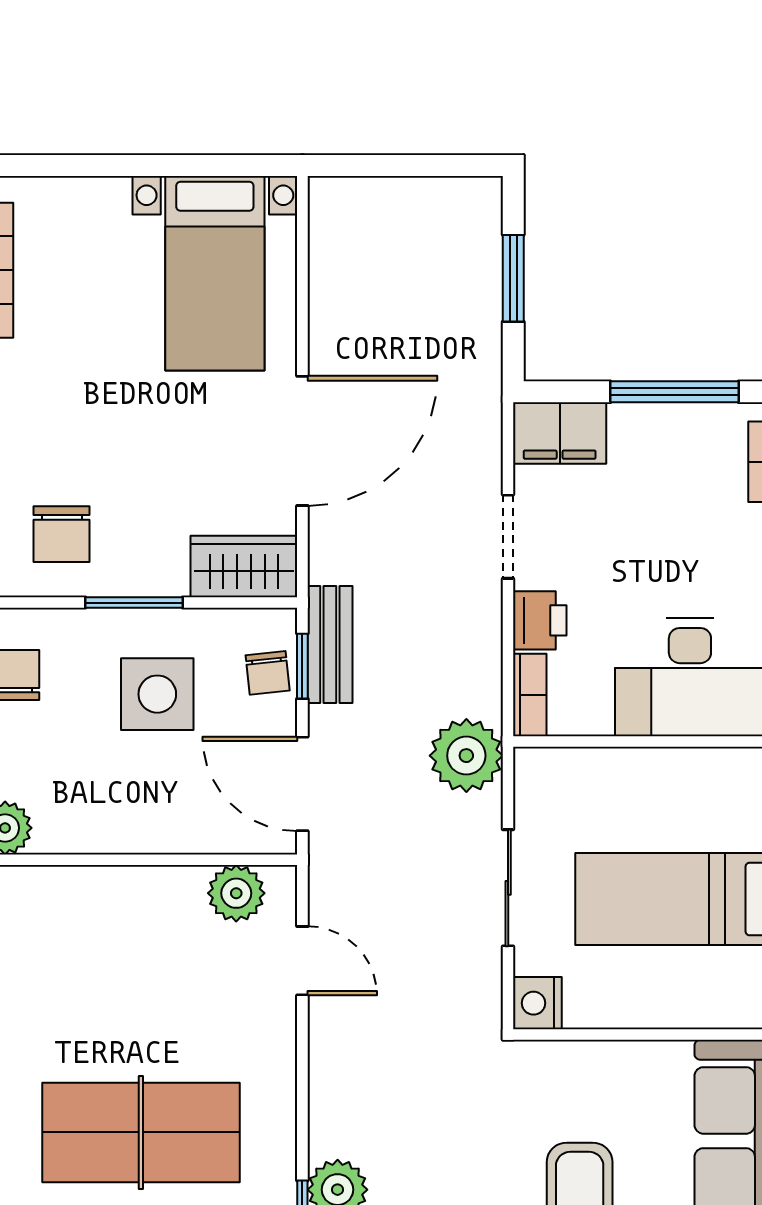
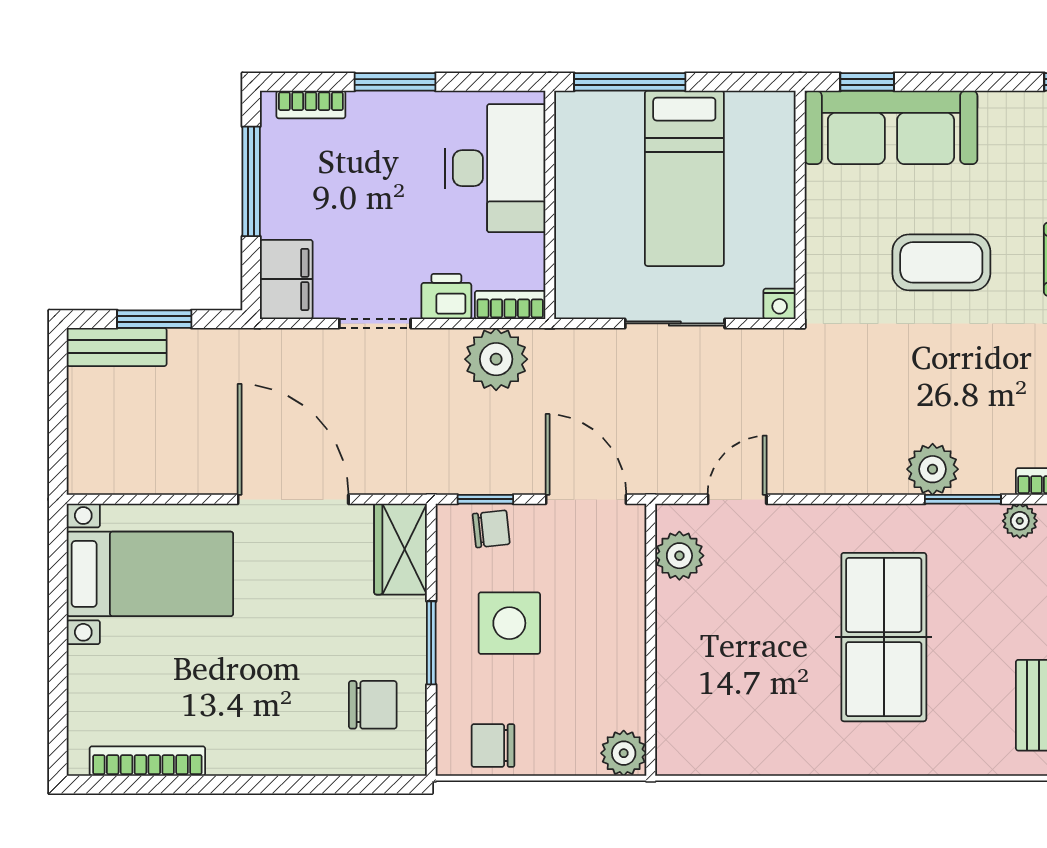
bench: (330, 644) -> (117, 347), moved
plant: (466, 756) -> (496, 359), moved
door: (302, 784) -> (586, 499), swing flipped
nightstand: (537, 1003) -> (780, 304), width x0.72, depth x0.74

